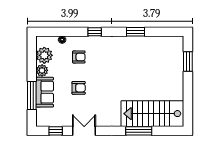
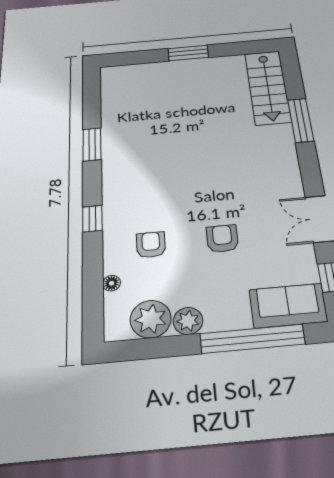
window: (188, 62) -> (188, 53), moved
sofa: (45, 92) -> (288, 306), moved
window: (32, 95) -> (252, 339), width x1.46
stairs: (152, 114) -> (268, 87), width x0.73, depth x0.66

